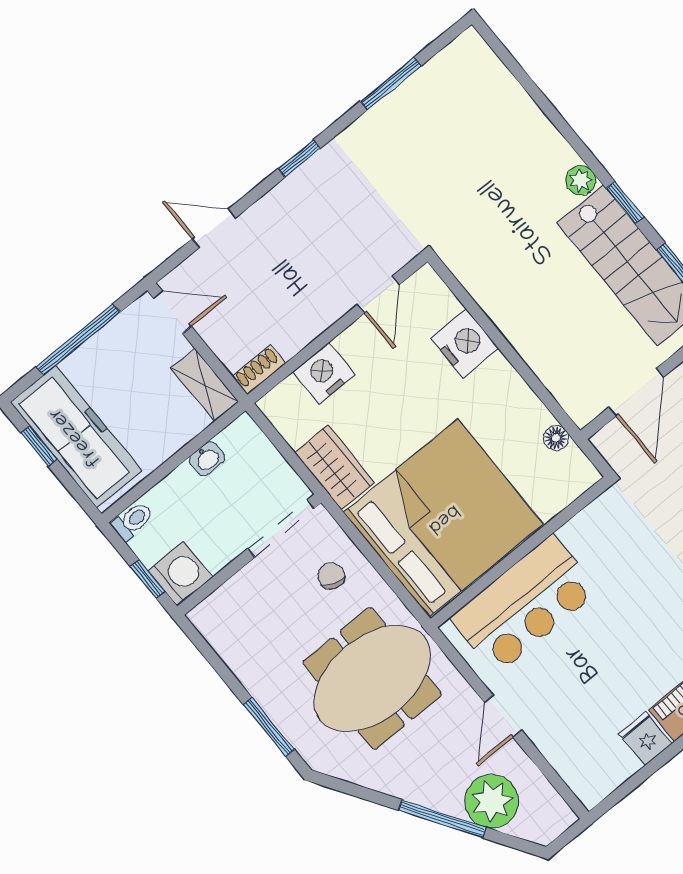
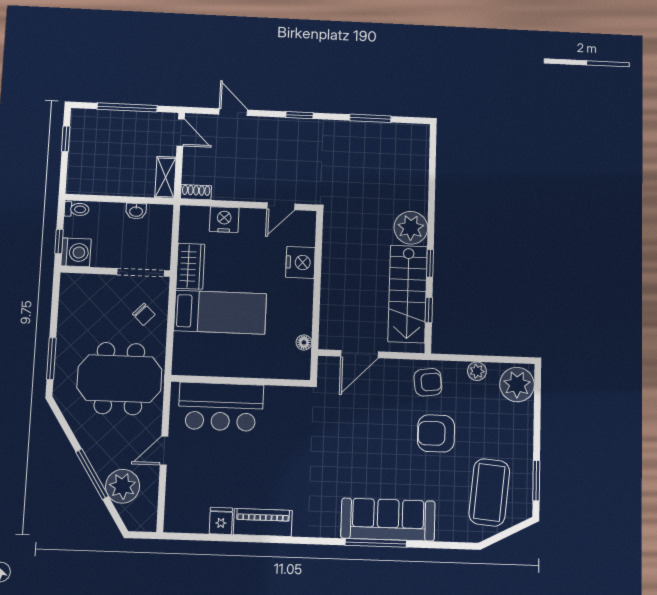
plant: (581, 180) -> (411, 228), width x1.87, depth x1.87
freezer: (76, 436) -> (86, 149), removed
bed: (443, 518) -> (220, 312), width x0.49
chair: (331, 576) -> (144, 314), turned 114

